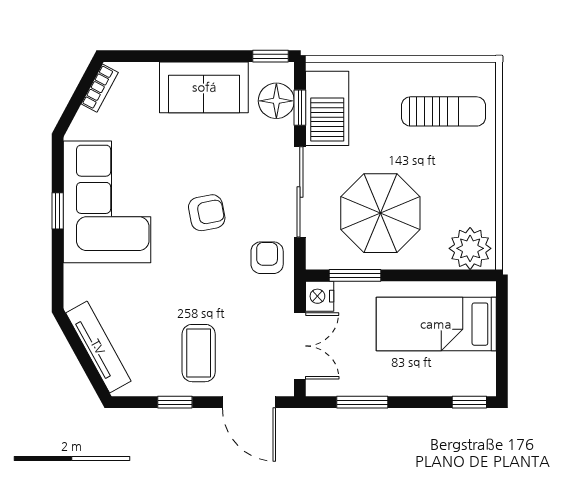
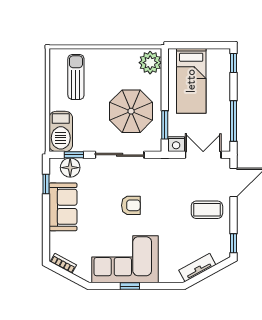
window: (271, 56) -> (46, 184), moved
barbecue: (327, 108) -> (61, 131), moved, turned 90
armchair: (207, 213) -> (131, 205), turned 101
armchair: (267, 258) -> (155, 173), removed
tv unit: (98, 347) -> (197, 267), width x0.71
window: (175, 402) -> (234, 243), moved
window: (362, 402) -> (234, 121), width x1.44

